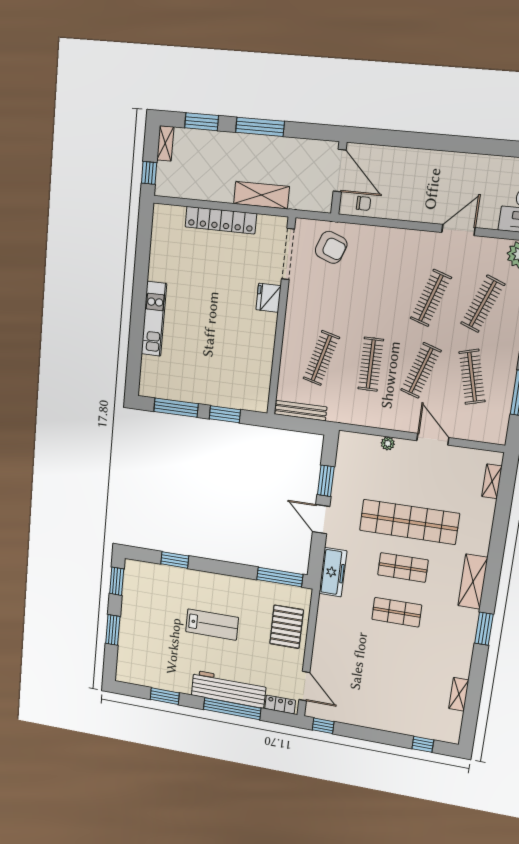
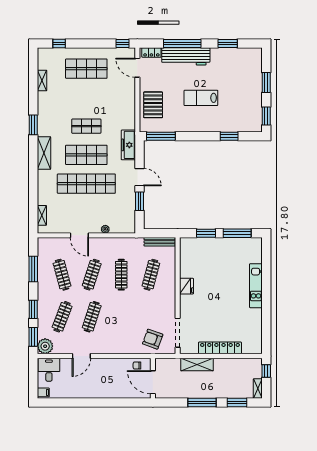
fridge: (268, 298) -> (187, 286), moved
shop shelf: (403, 567) -> (86, 155), width x1.43, depth x1.36
shop shelf: (385, 699) -> (86, 69), added

